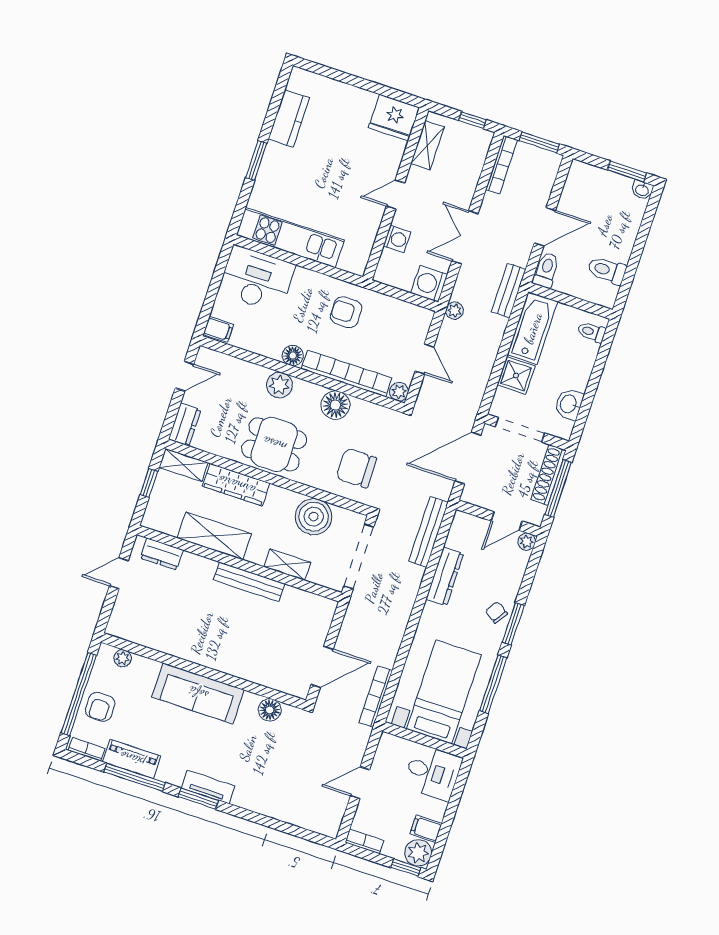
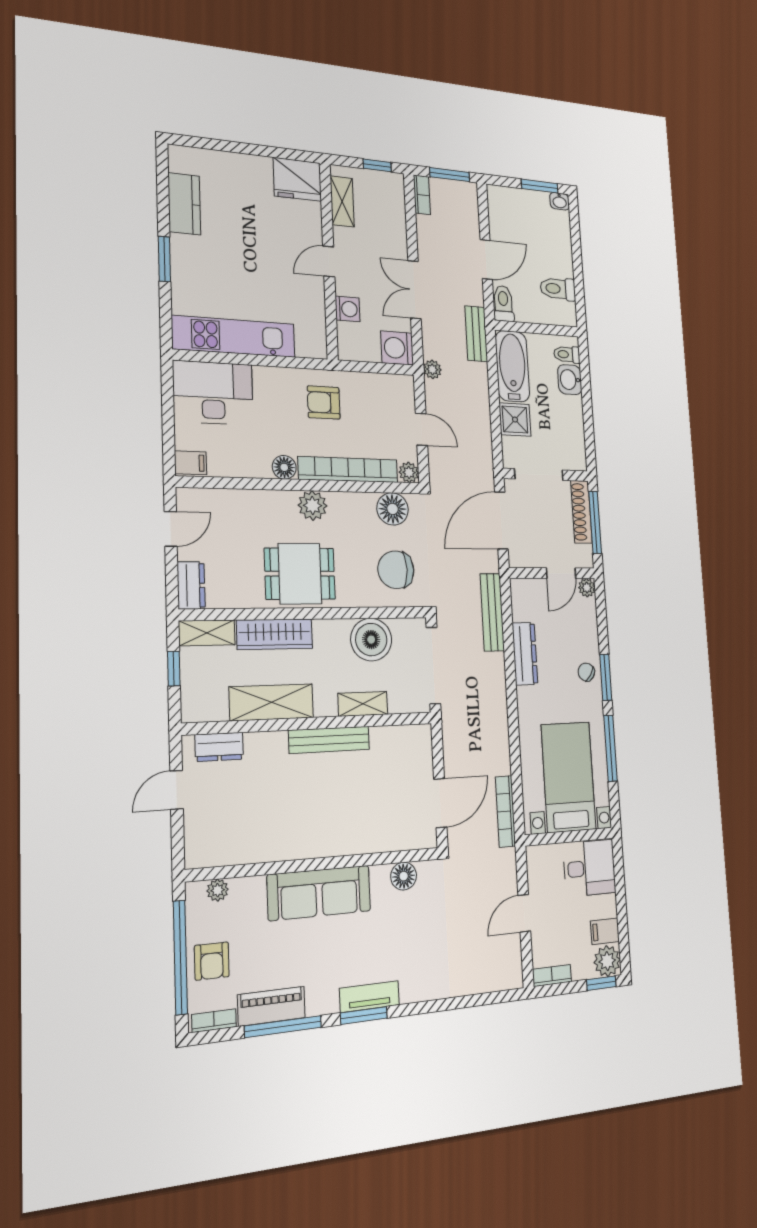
bookcase: (502, 165) -> (422, 195), width x0.64
plant: (279, 385) -> (313, 506), moved
washbasin: (569, 404) -> (570, 380), moved
floor lamp: (335, 405) -> (393, 509), moved

